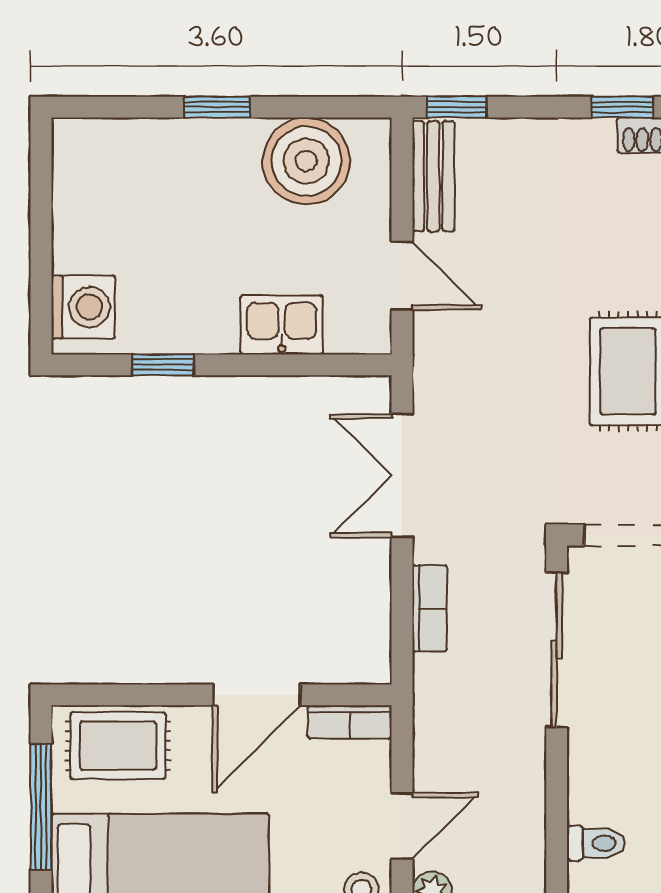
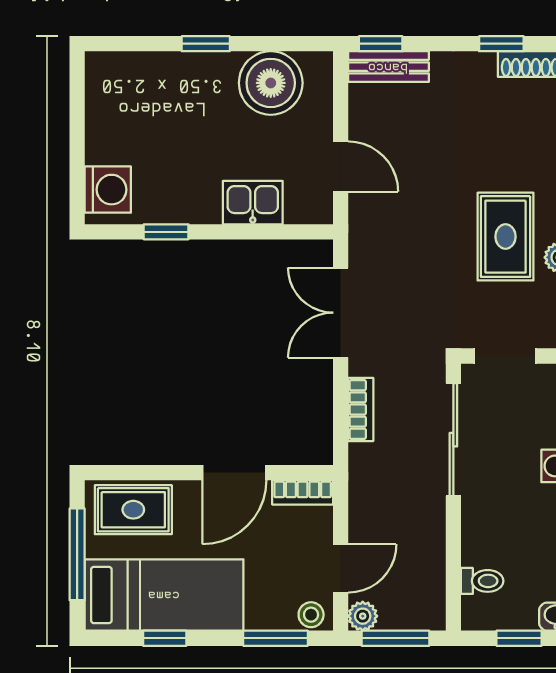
bench: (433, 176) -> (388, 67), moved, turned 90

